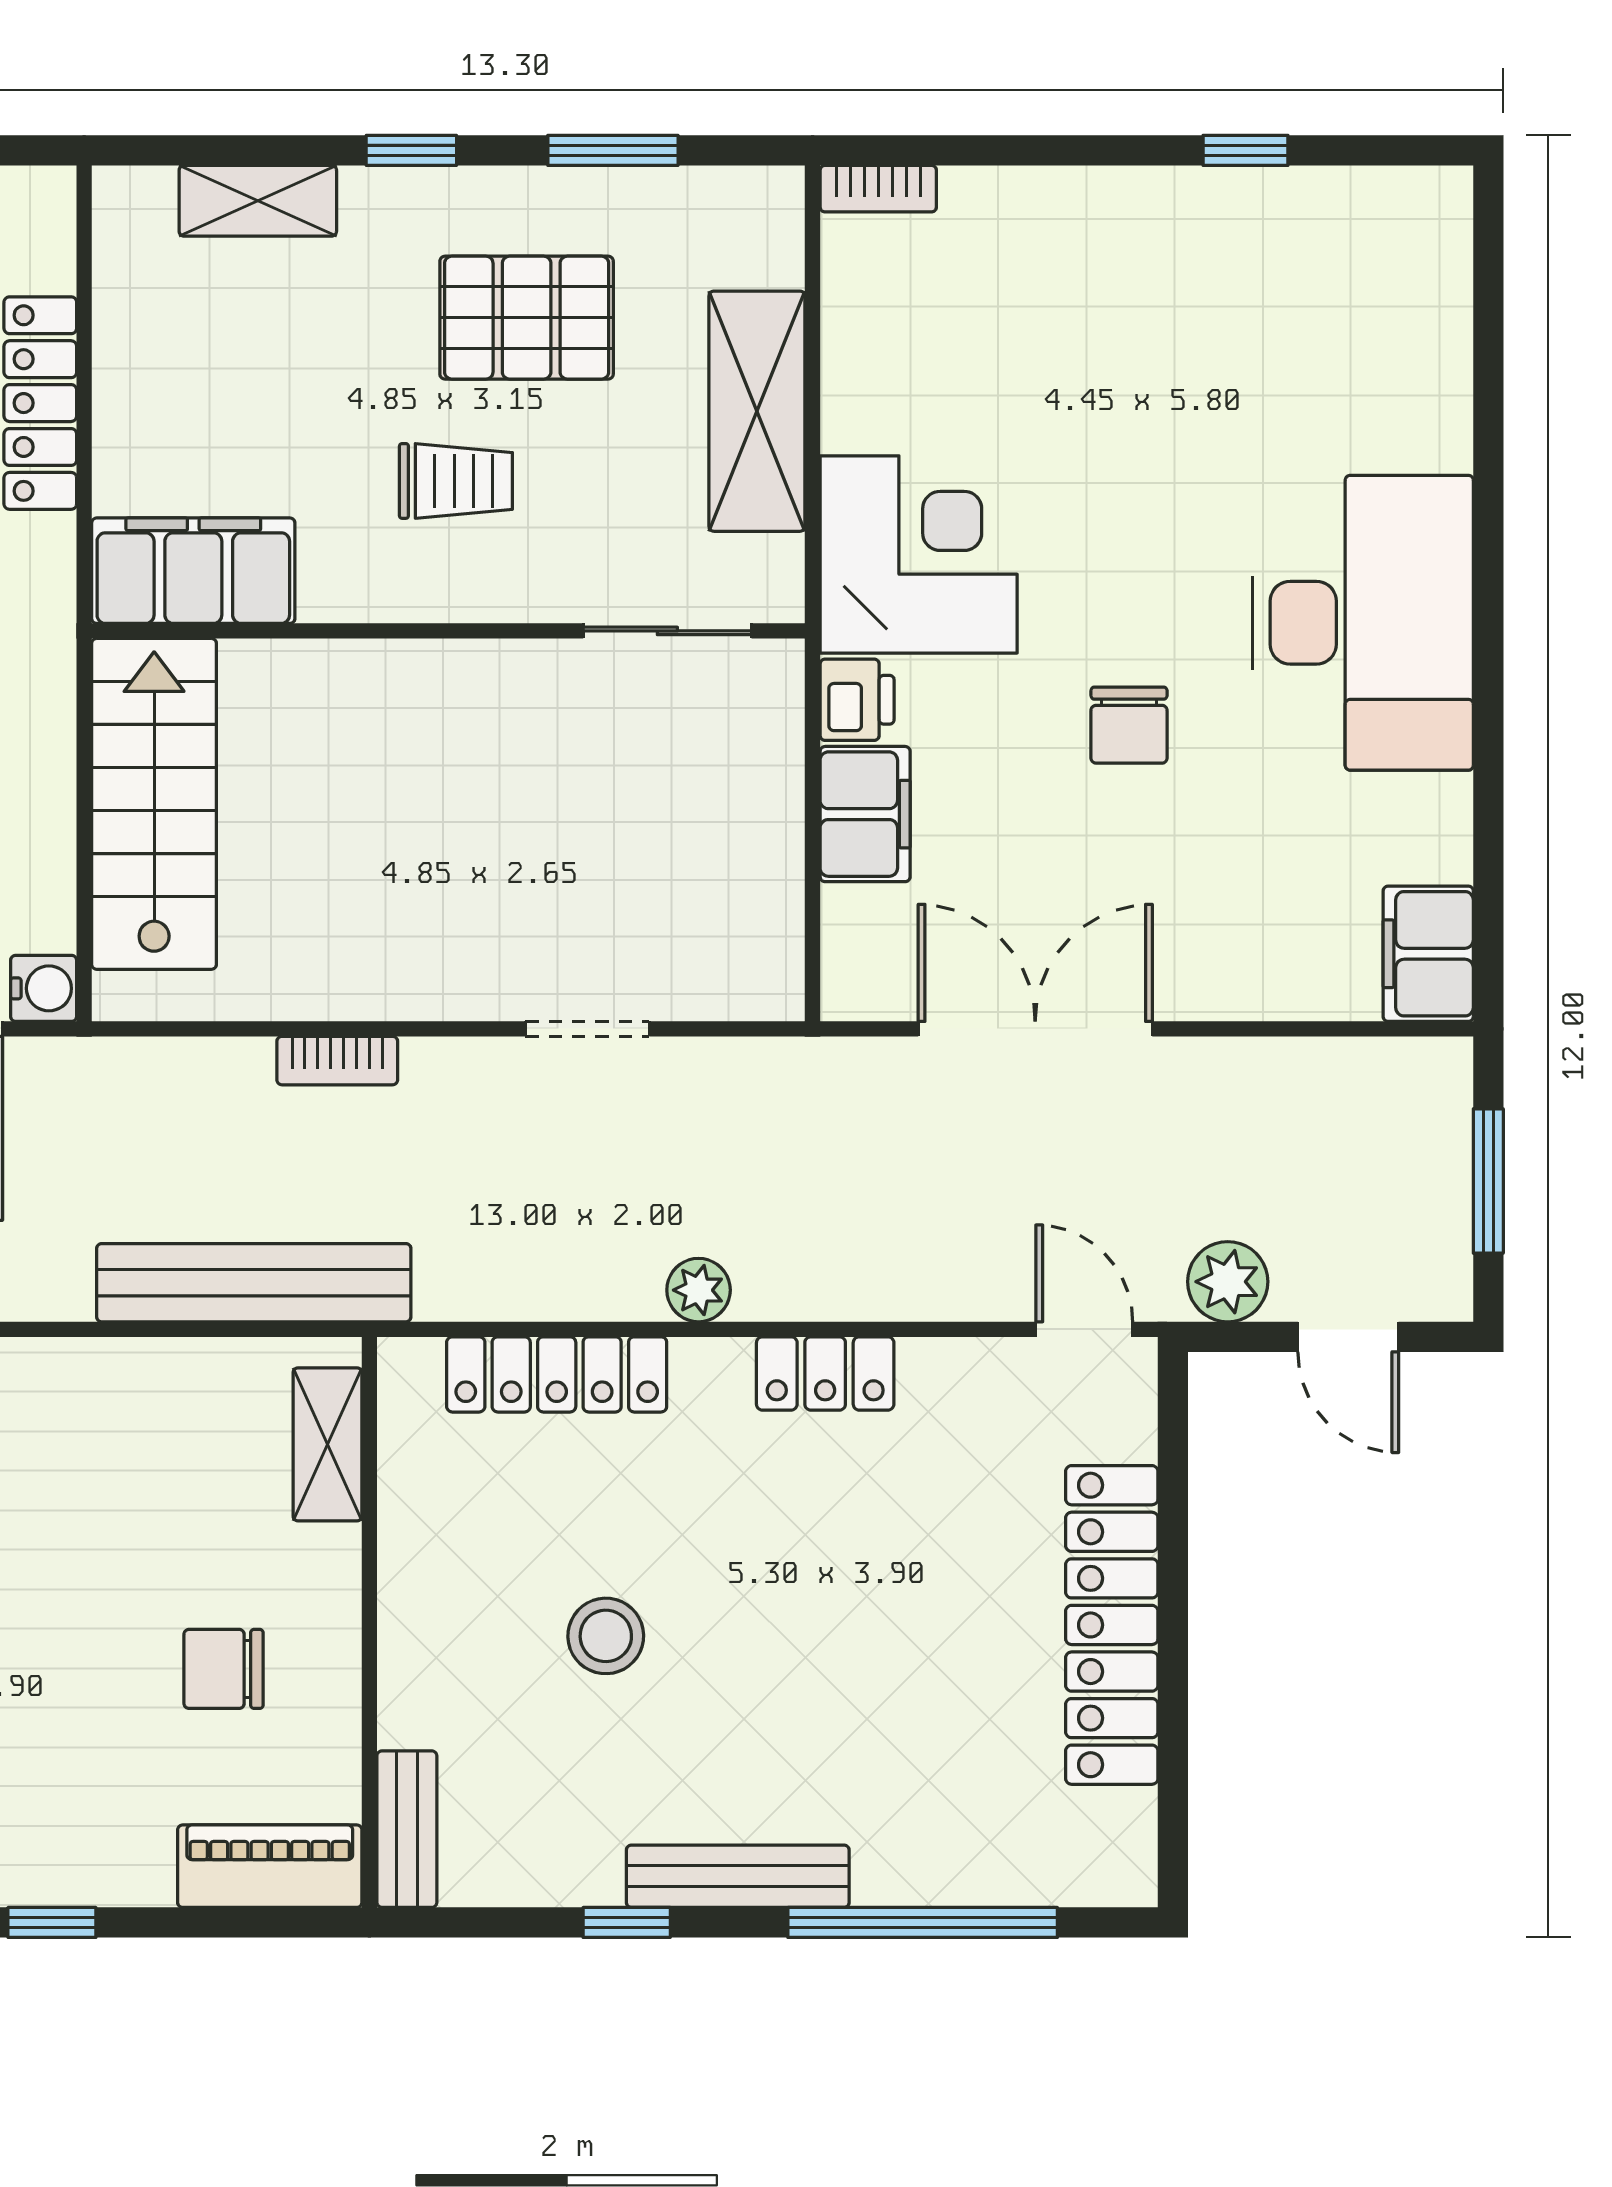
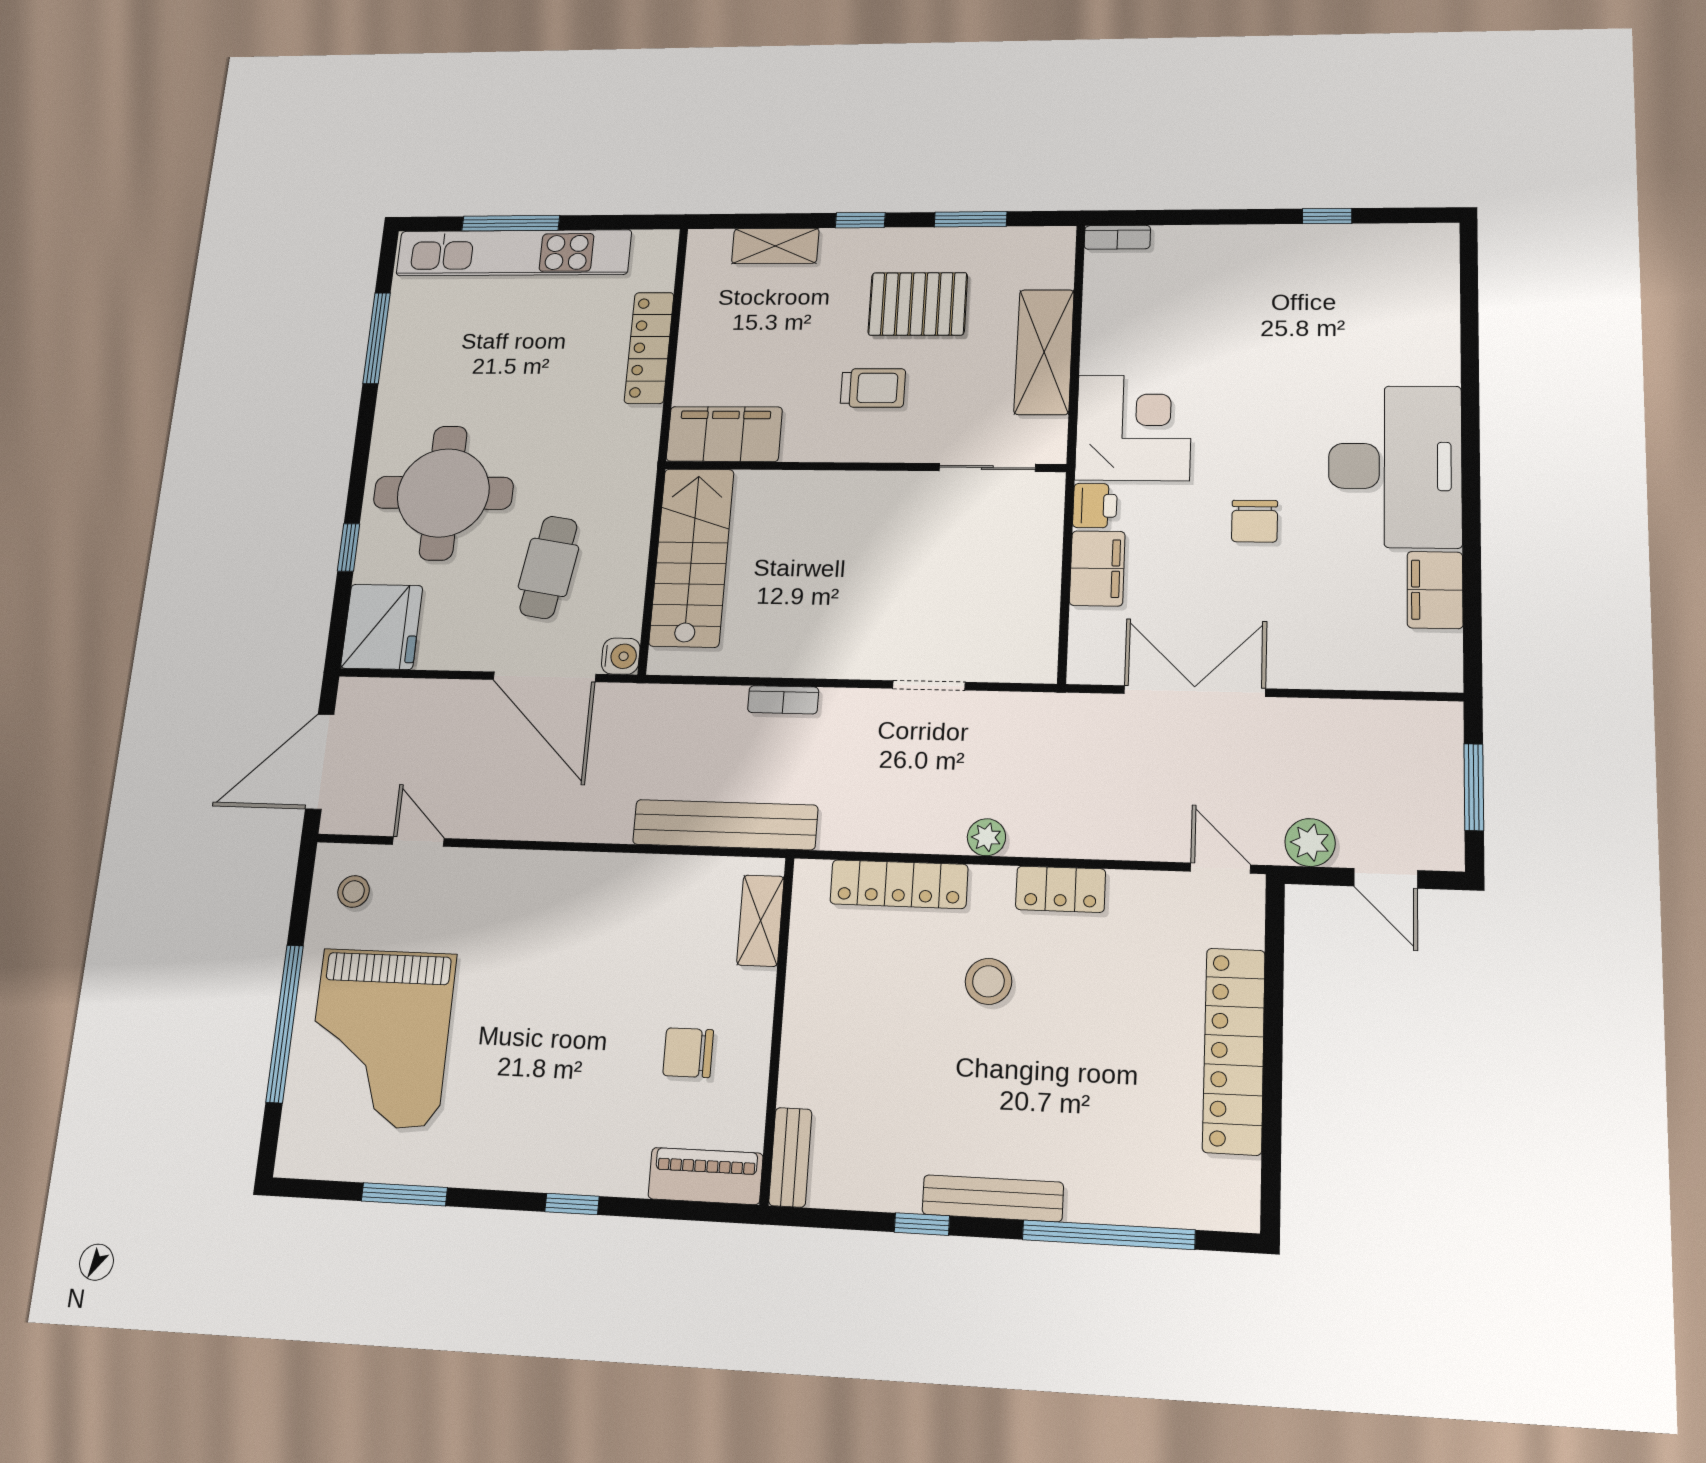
filing cabinet: (1428, 954) -> (1435, 590), moved
stool: (606, 1636) -> (988, 981), moved

